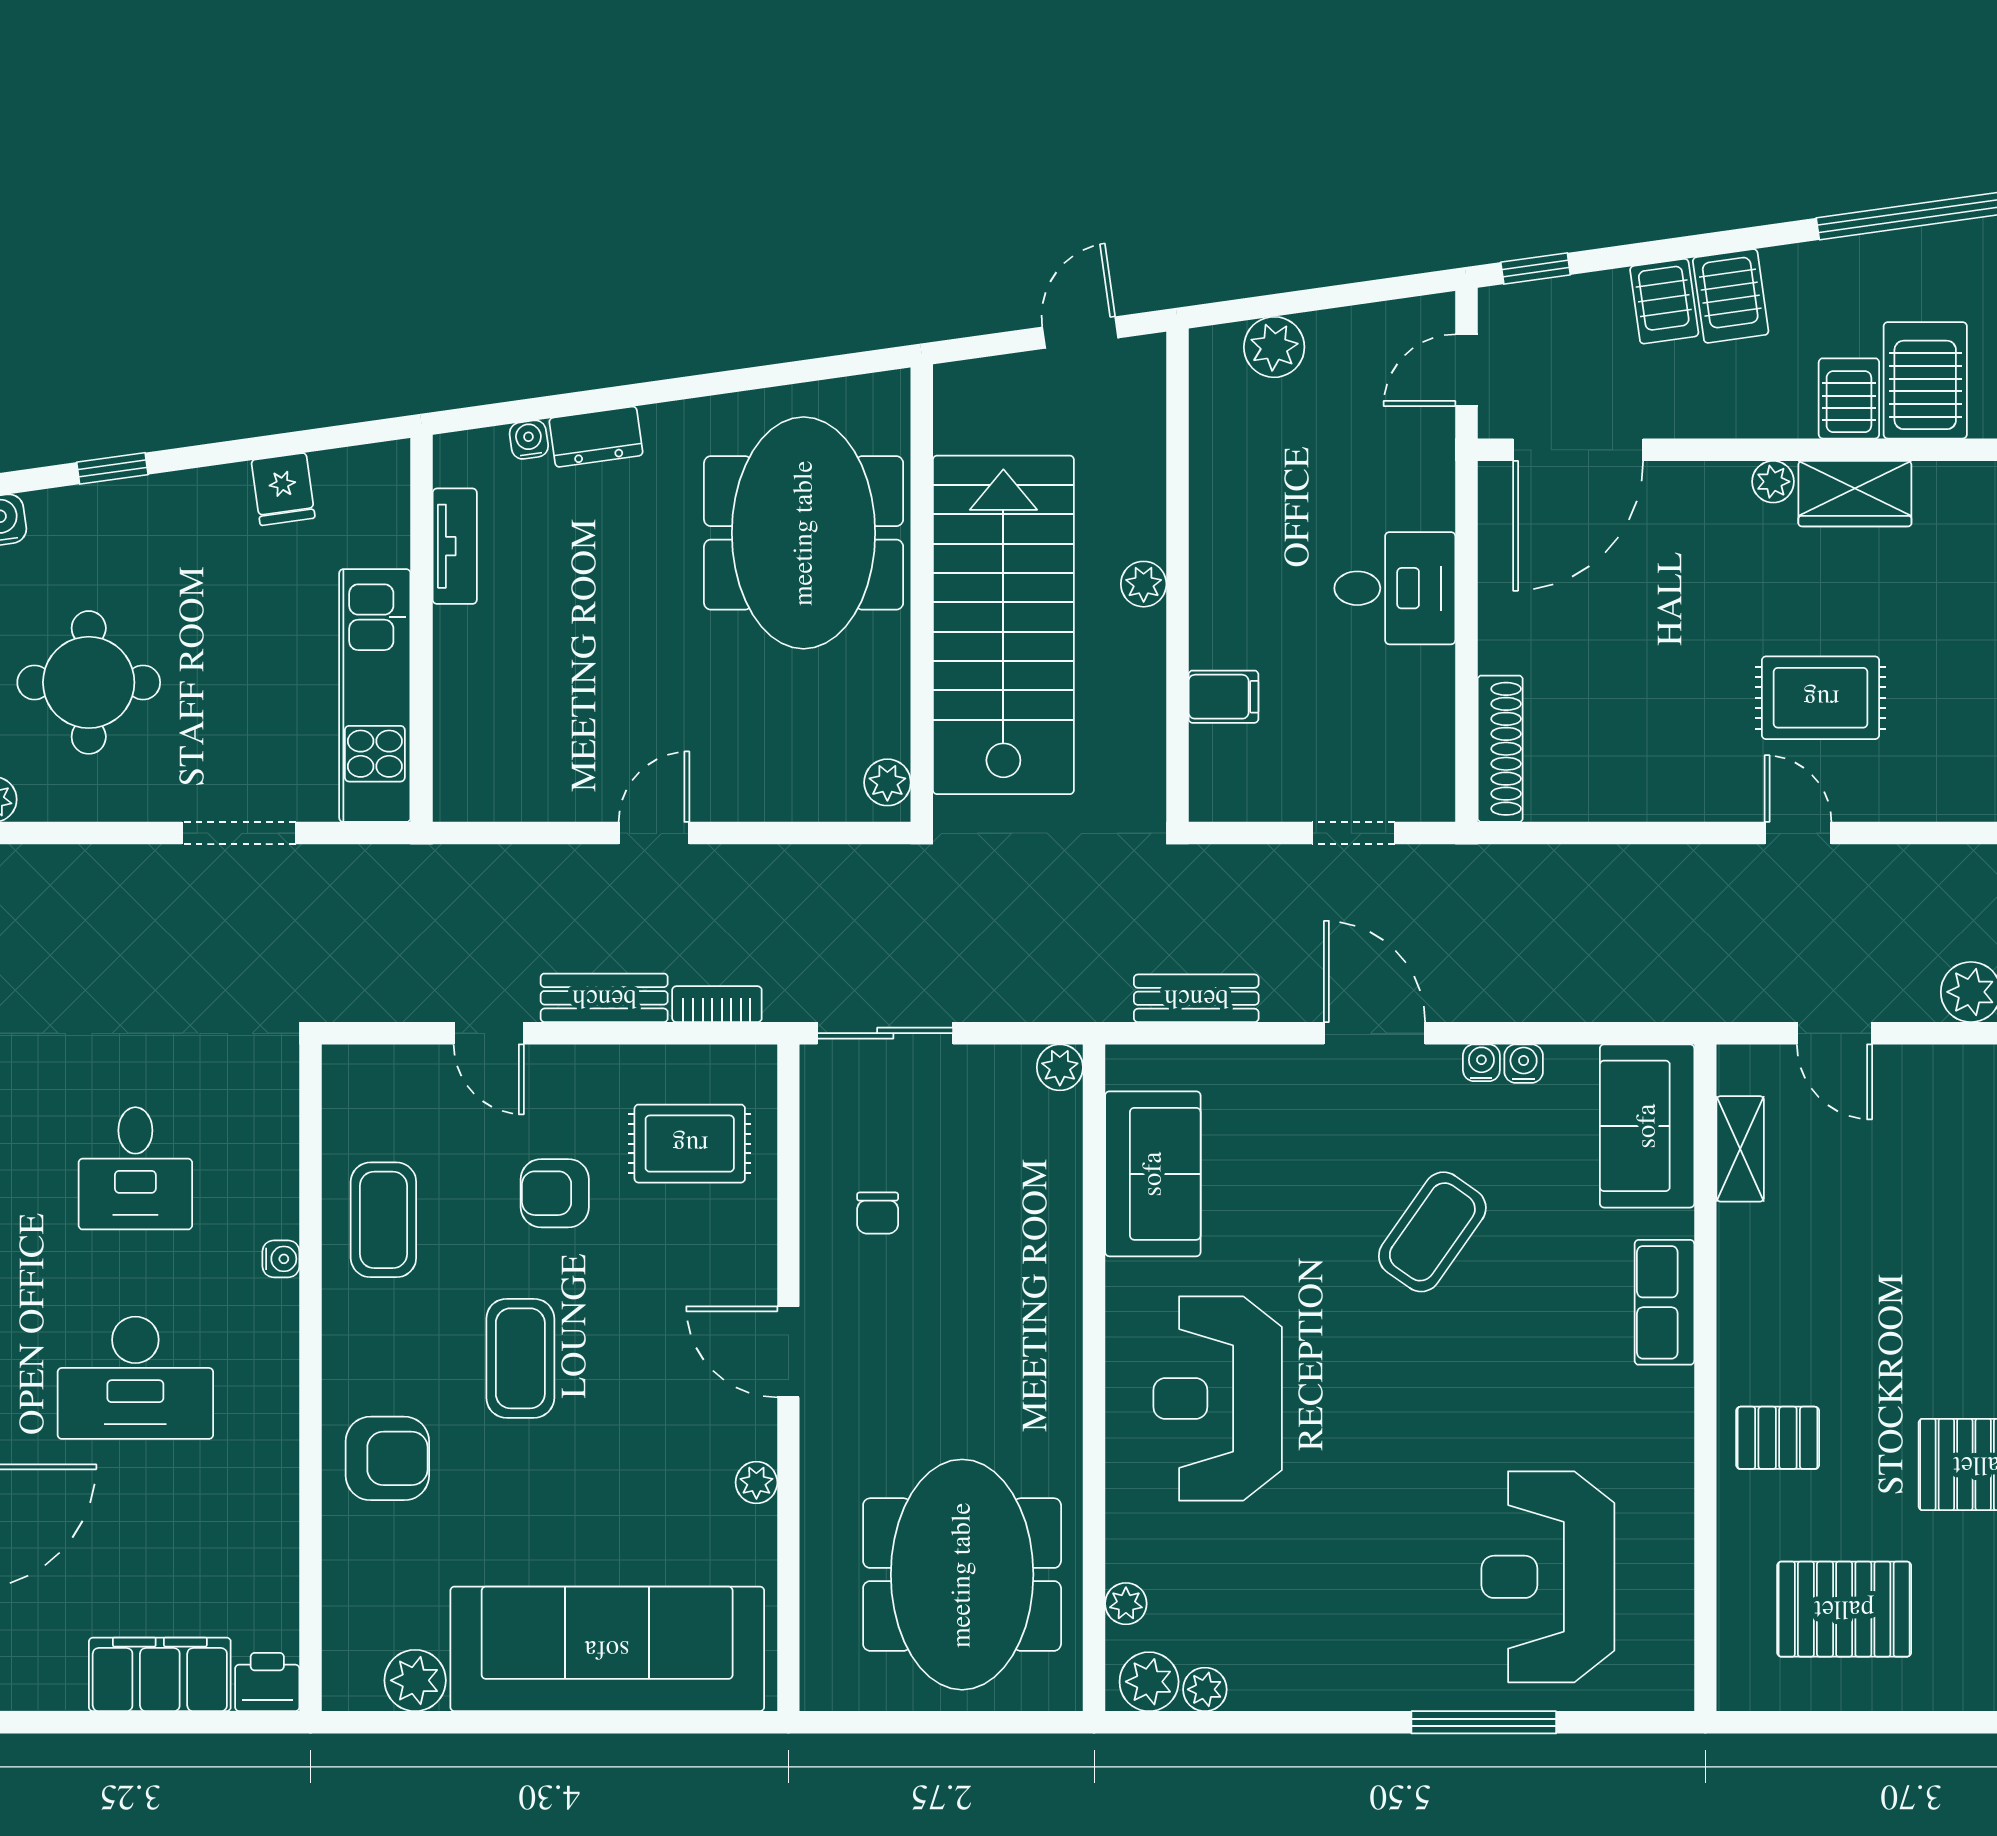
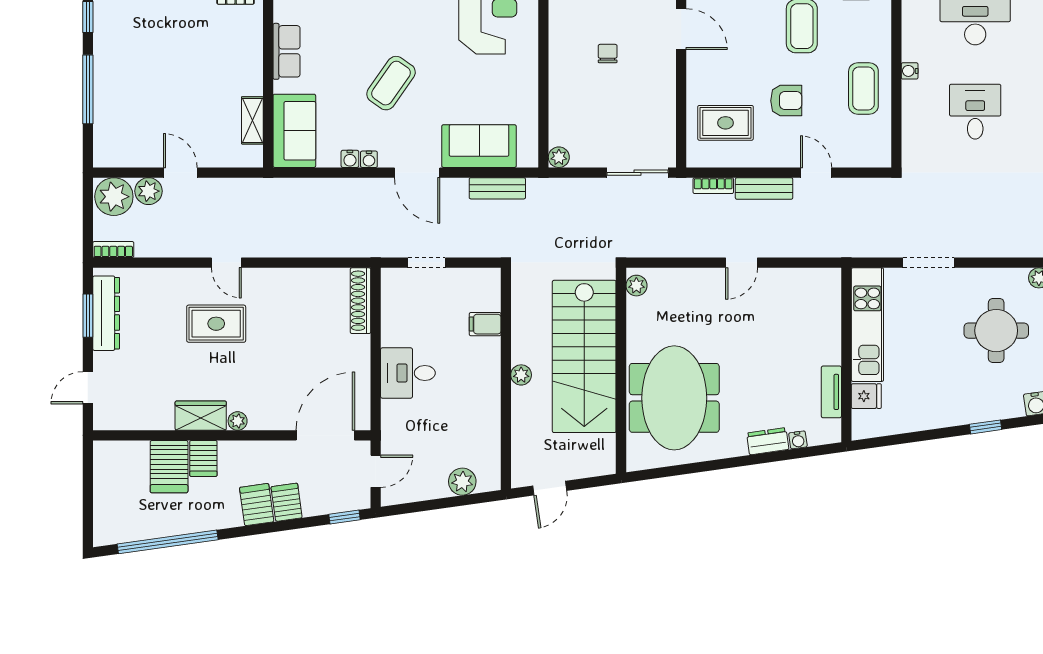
fridge: (283, 489) -> (866, 396), moved, turned 98
door: (1835, 1033) -> (180, 173), moved
sofa: (1153, 1174) -> (479, 146), moved, turned 90
chair: (878, 1213) -> (608, 54), moved

